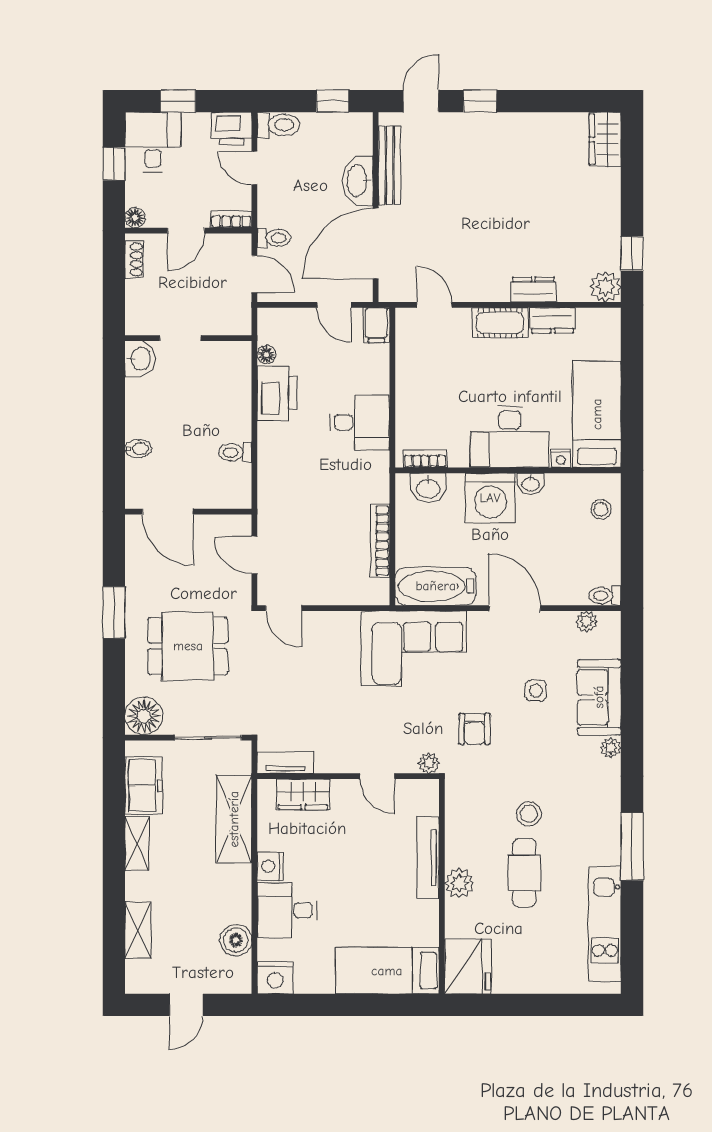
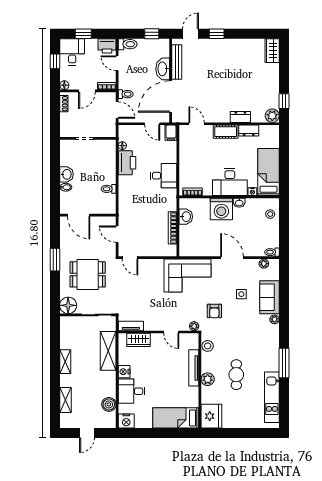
washbasin: (140, 359) -> (66, 174), moved
washbasin: (428, 488) -> (186, 217), moved, turned -90
bathtub: (436, 586) -> (197, 248), removed
freezer: (144, 786) -> (68, 336), removed
stool: (529, 814) -> (208, 346), moved

